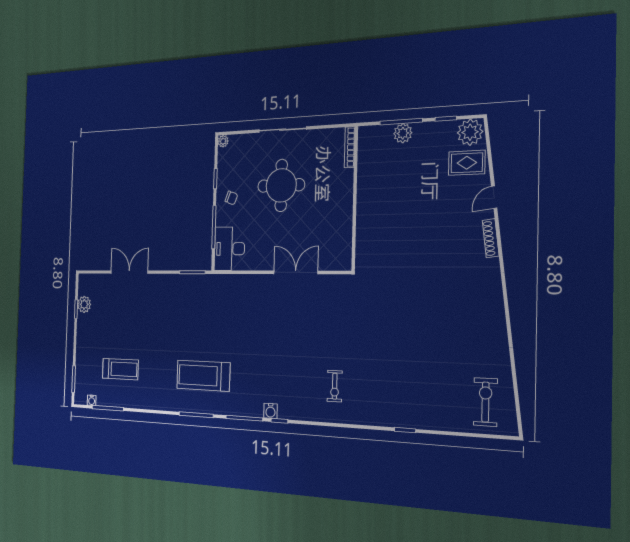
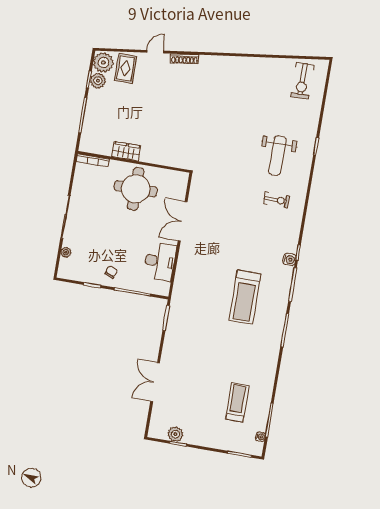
plant: (403, 133) -> (98, 81), moved
plant: (223, 141) -> (66, 252), moved
round table: (281, 185) -> (136, 189), moved
wardrobe: (366, 186) -> (126, 151), added
door: (494, 197) -> (155, 52), swing flipped
desk: (229, 249) -> (160, 261), moved, turned -90
treadmill: (203, 376) -> (245, 297), moved
weight bench: (387, 380) -> (277, 155), added
exercise bike: (485, 402) -> (302, 81), turned -90

